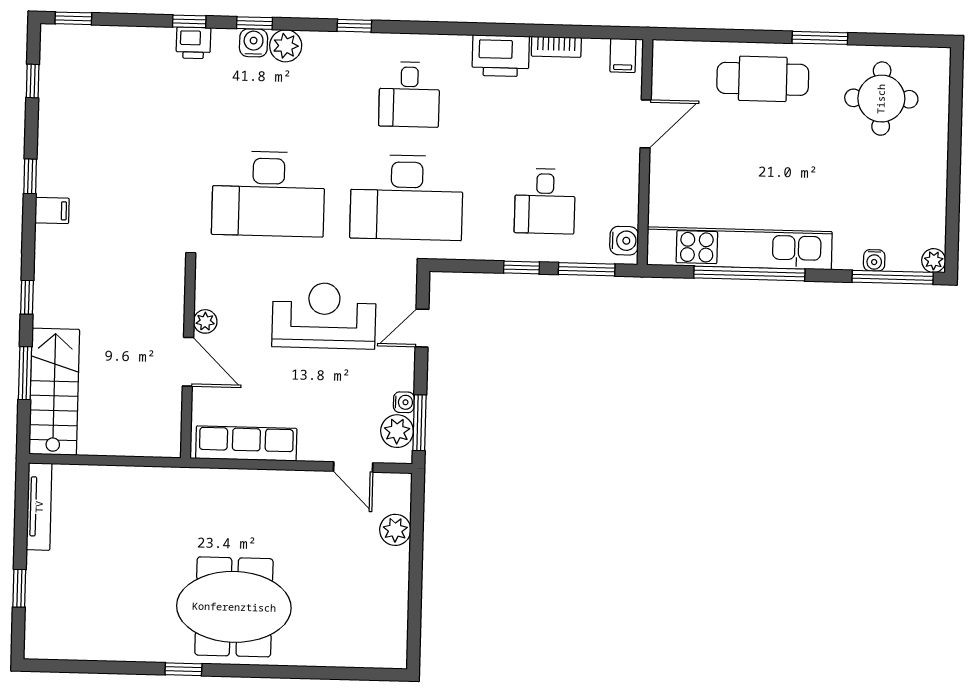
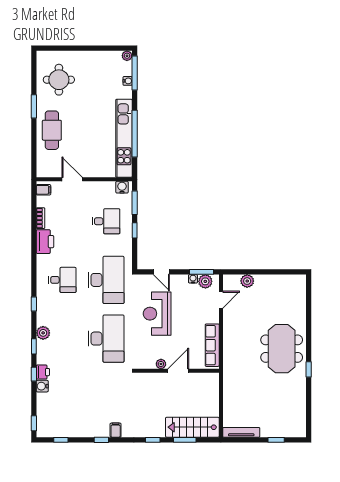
water cooler: (254, 43) -> (42, 386), moved

